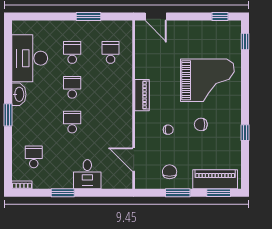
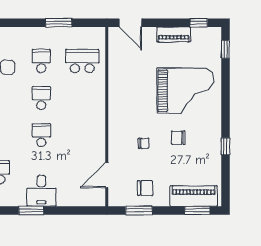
school desk: (111, 52) -> (82, 61), width x1.85
piano: (142, 95) -> (174, 34), moved, turned 90
door: (134, 160) -> (107, 175), hinge flipped
chair: (170, 172) -> (145, 188), turned 90
desk: (87, 174) -> (41, 191), moved
window: (178, 193) -> (139, 210), moved

